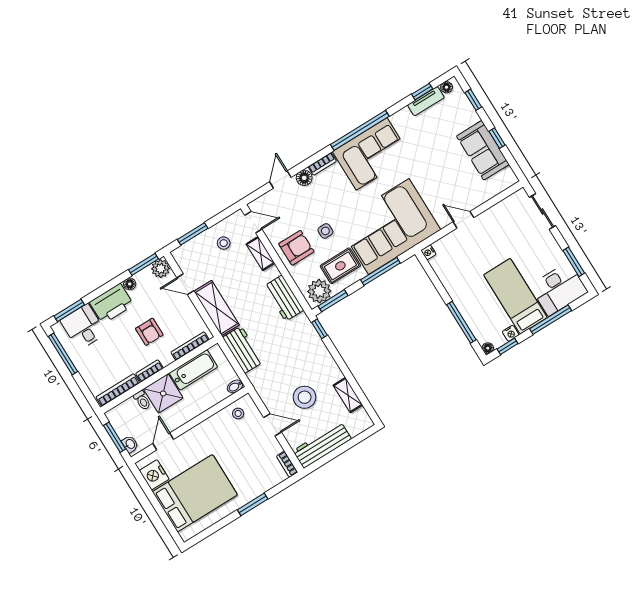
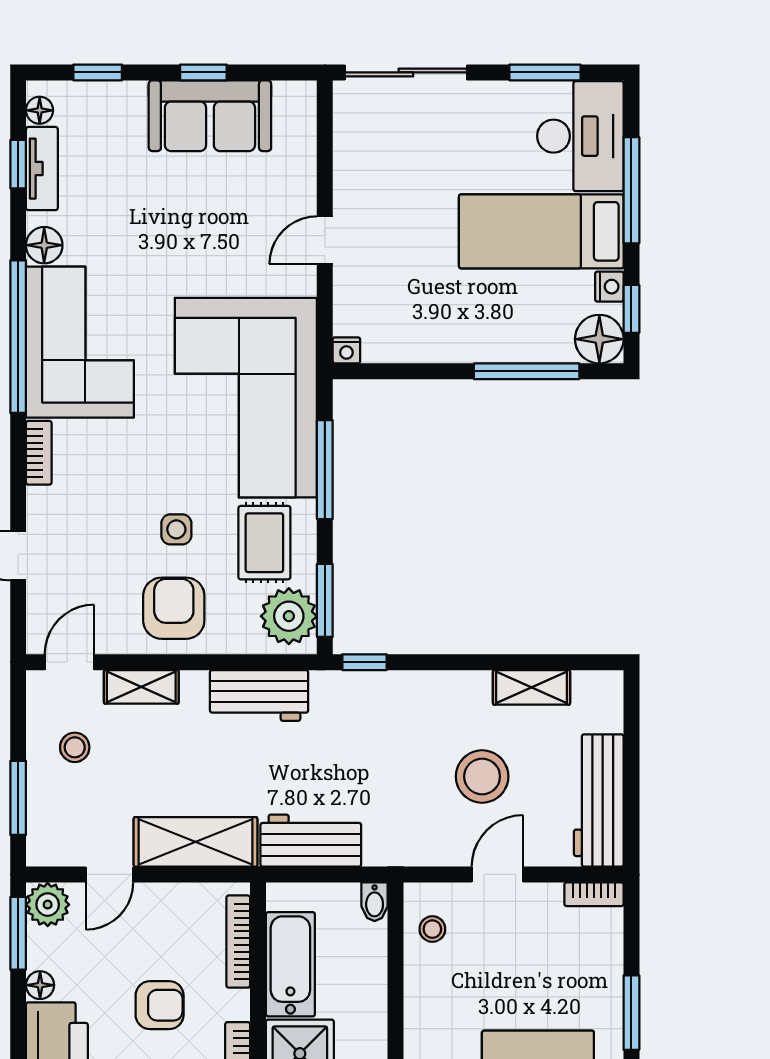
floor lamp: (304, 178) -> (44, 245), moved
sliding door: (543, 211) -> (406, 72), width x1.37
floor lamp: (488, 348) -> (599, 339), width x1.89, depth x1.89

